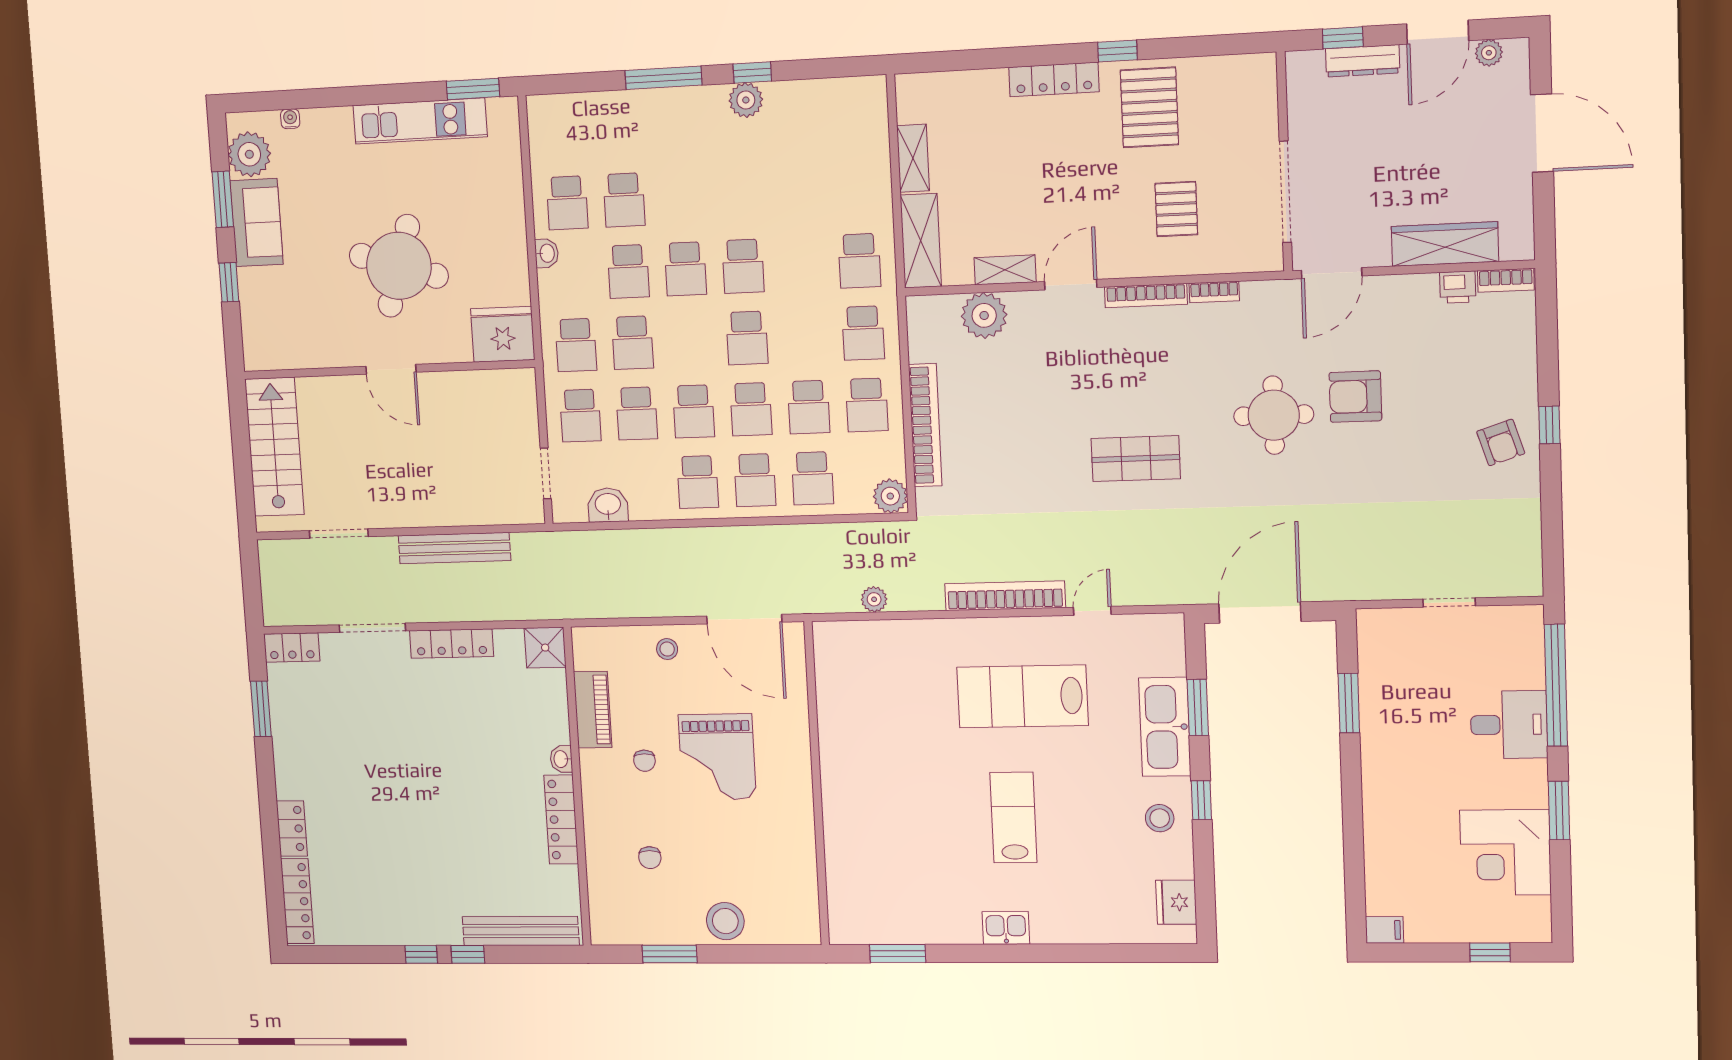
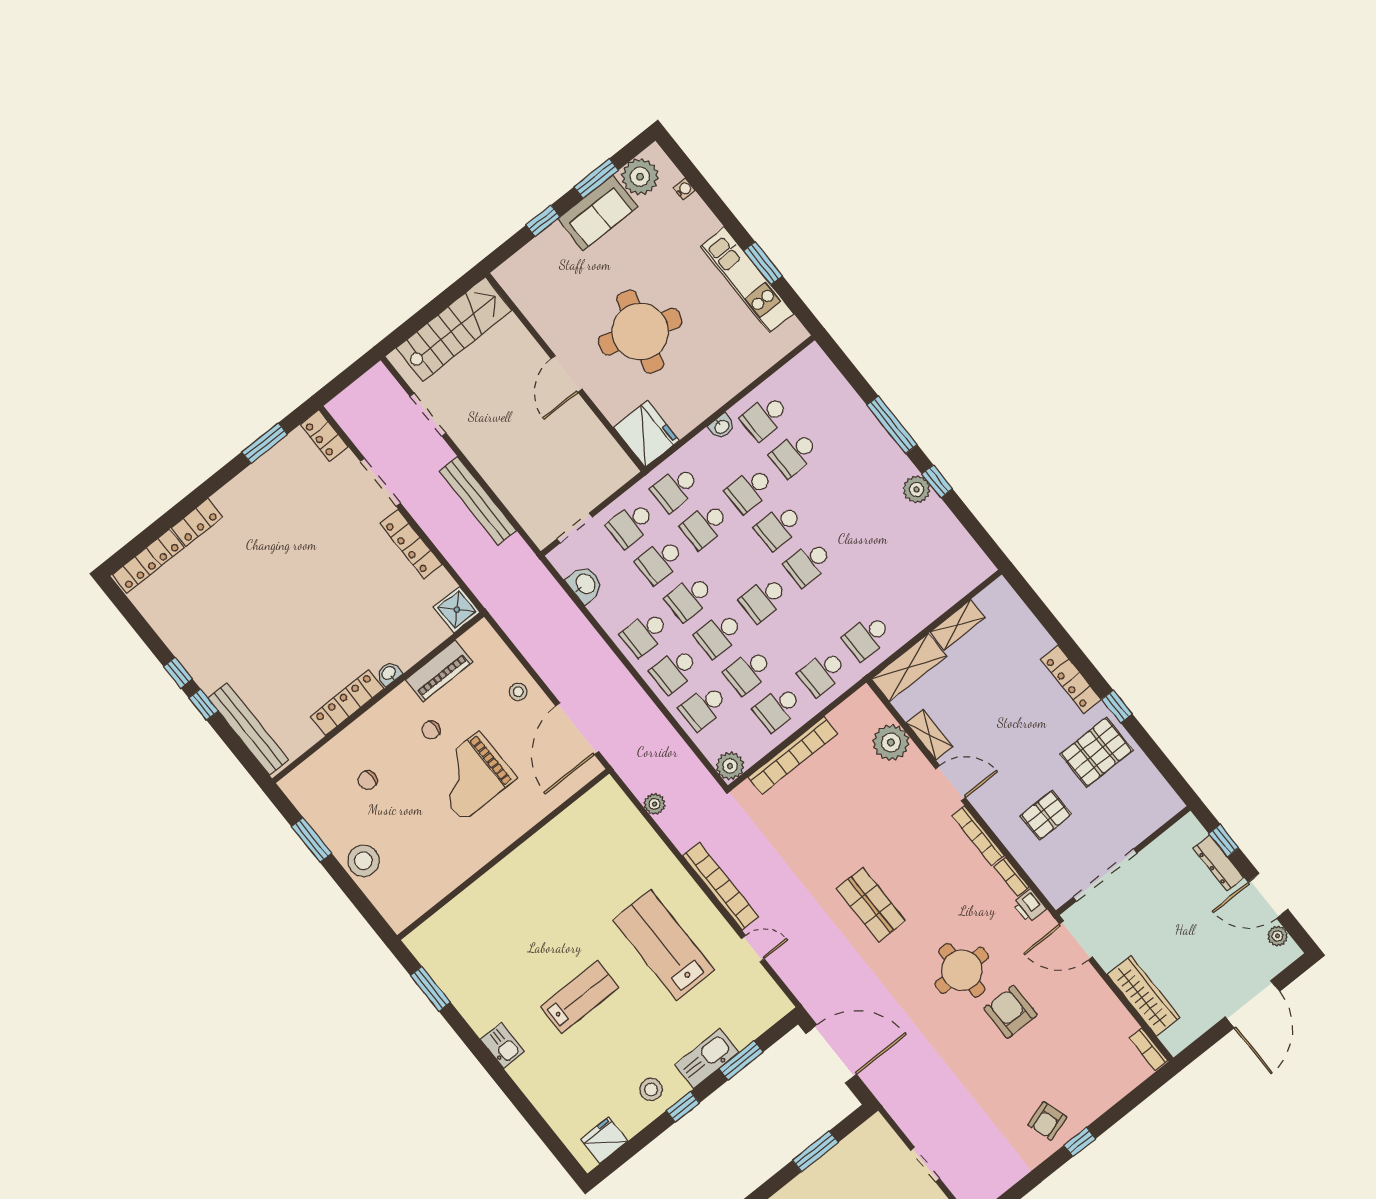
window: (473, 89) -> (763, 263), moved
printer: (1458, 287) -> (1029, 906), moved
kitchen sink: (1165, 727) -> (707, 1059), width x0.73, depth x0.81

